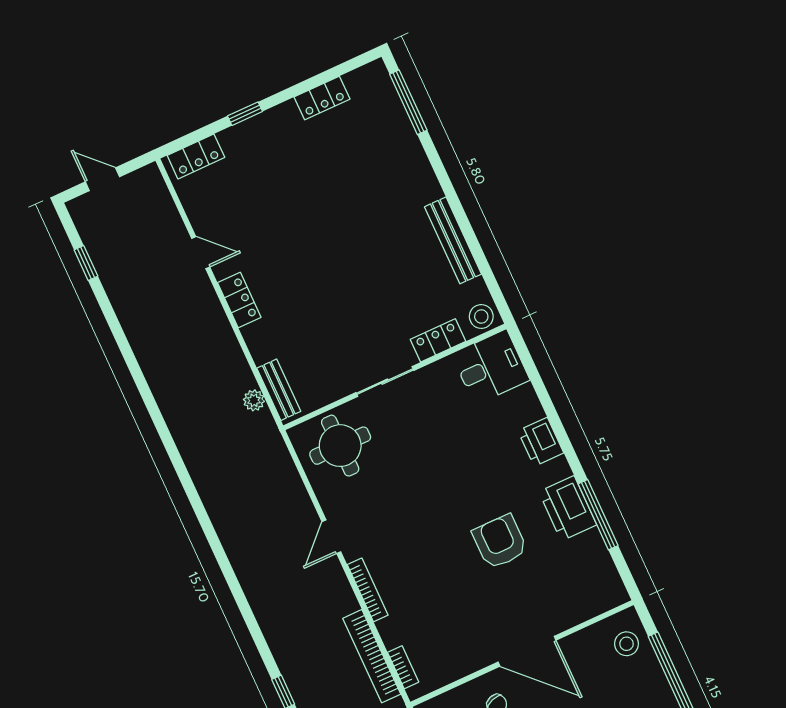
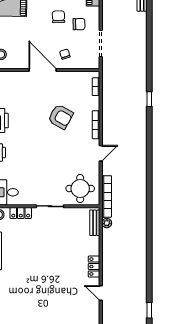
armchair: (500, 542) -> (61, 117), moved, turned -61
bookcase: (372, 656) -> (107, 196), moved

